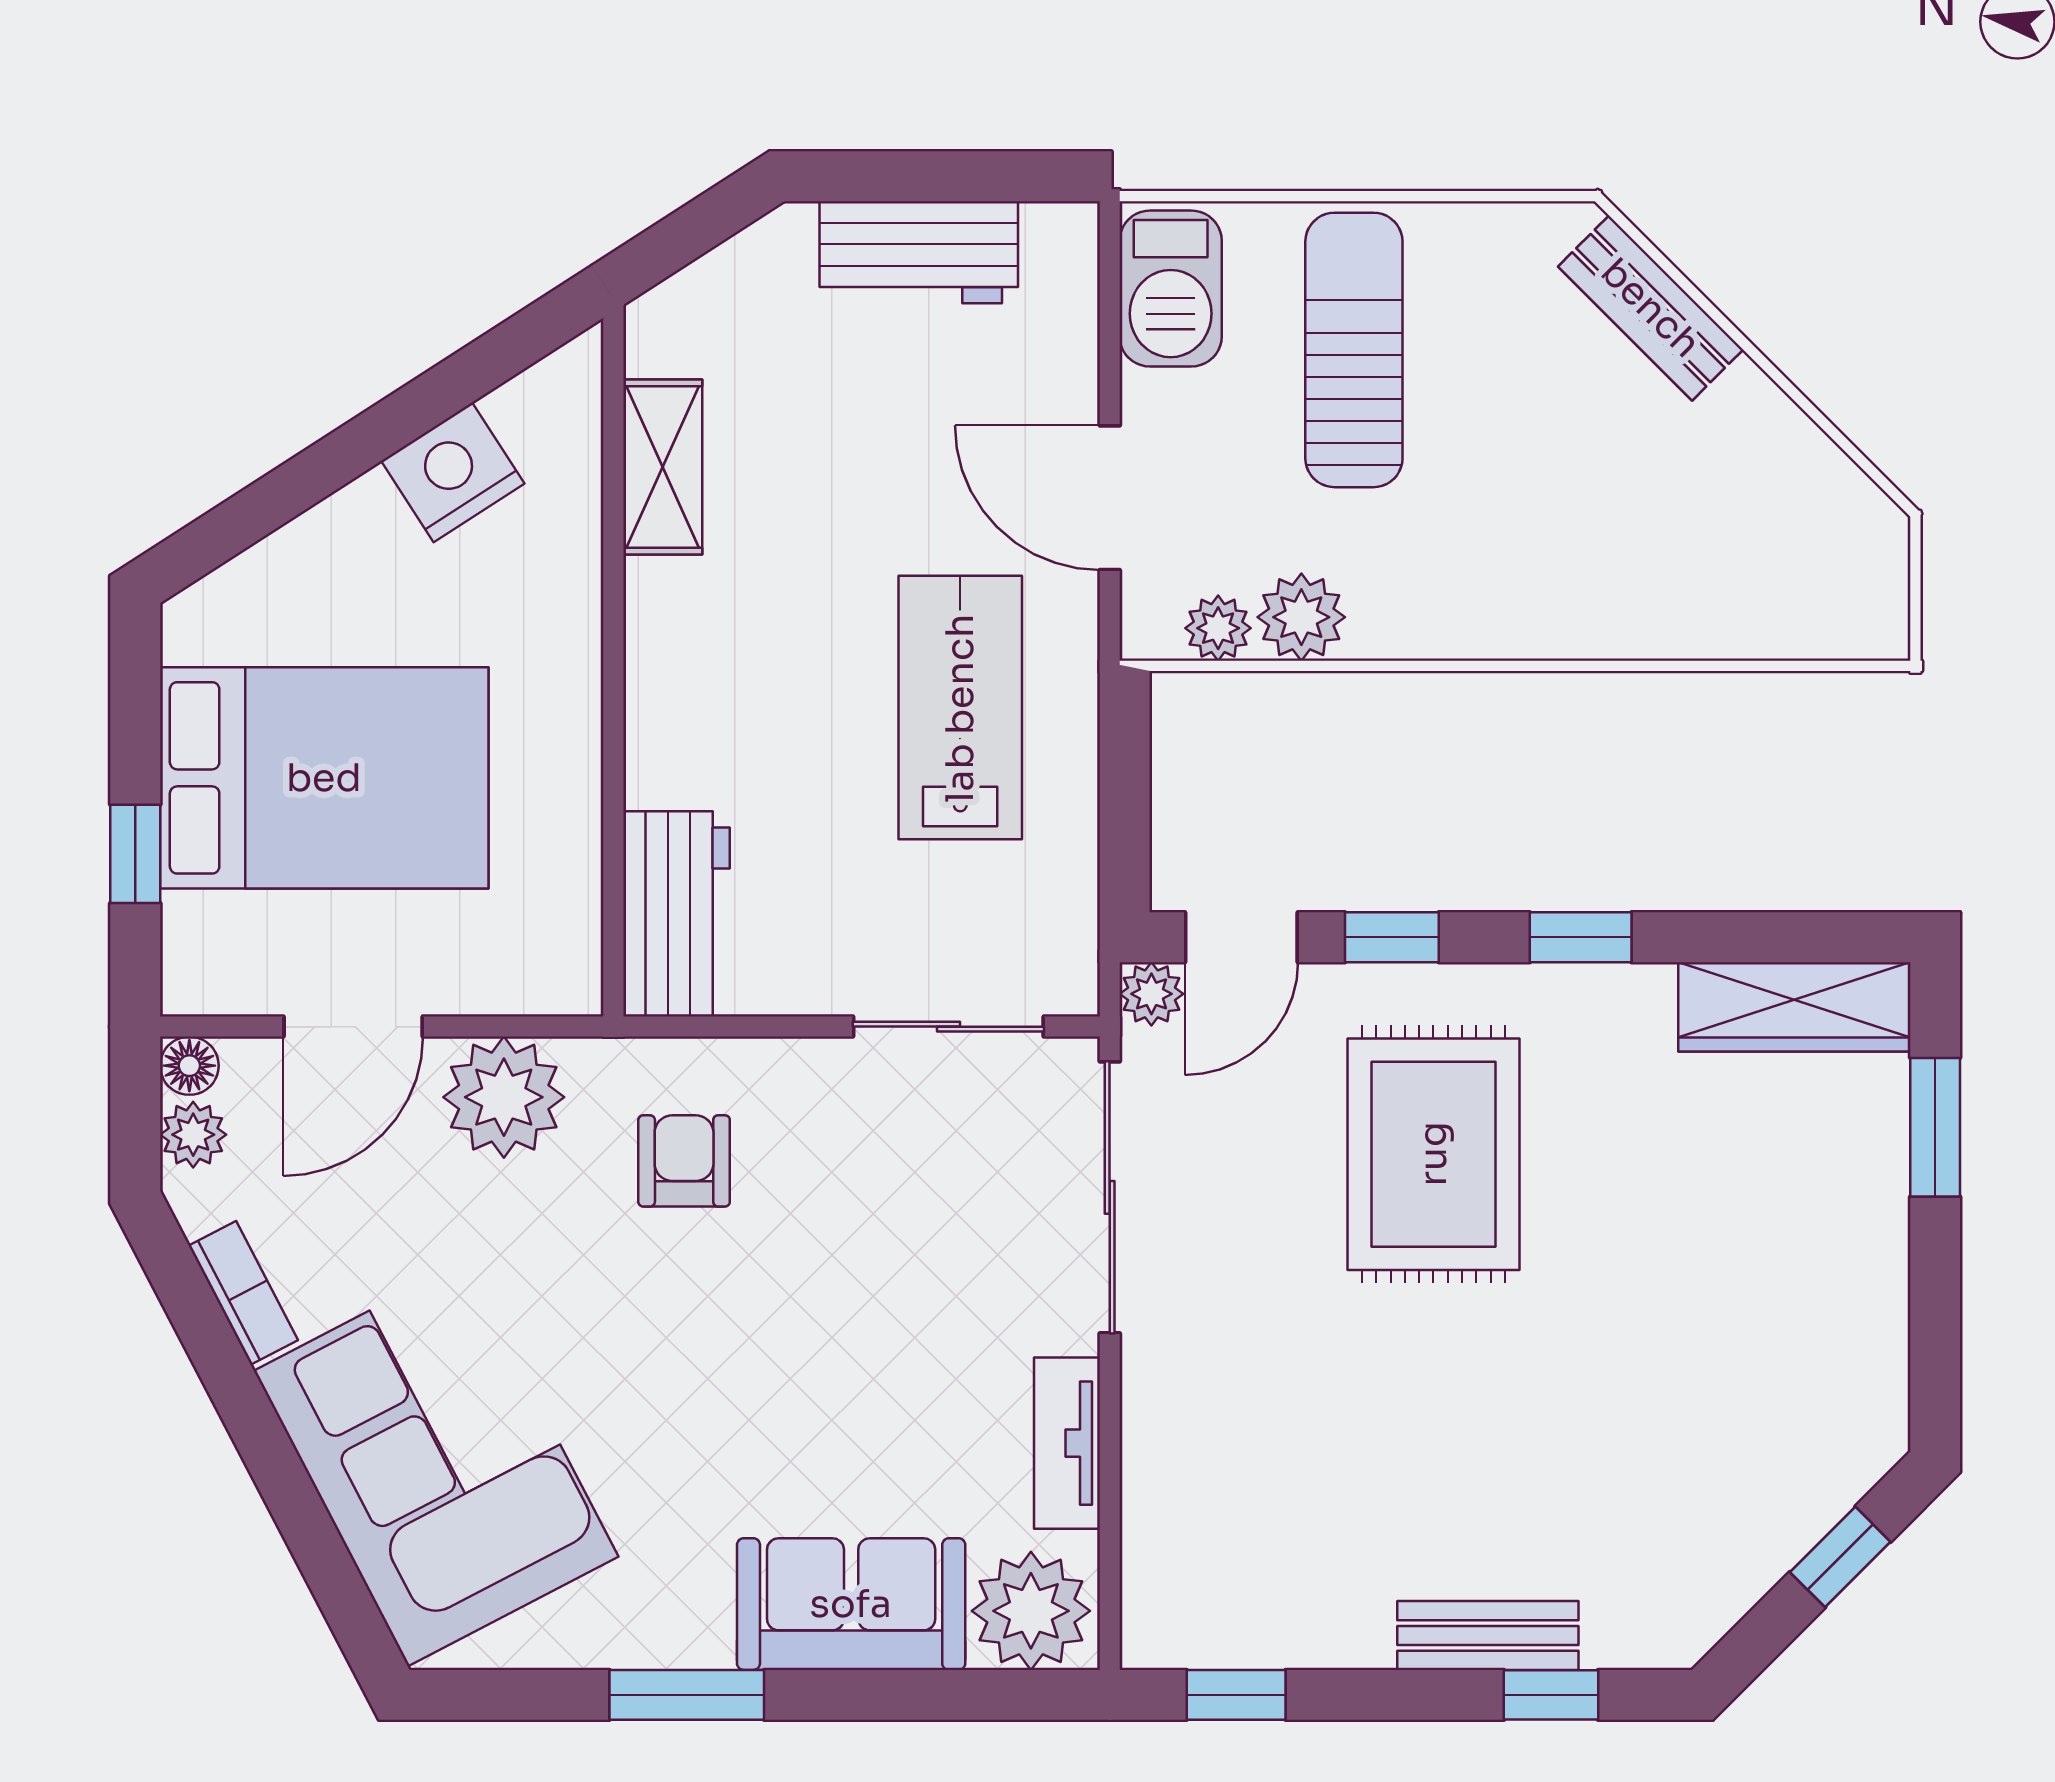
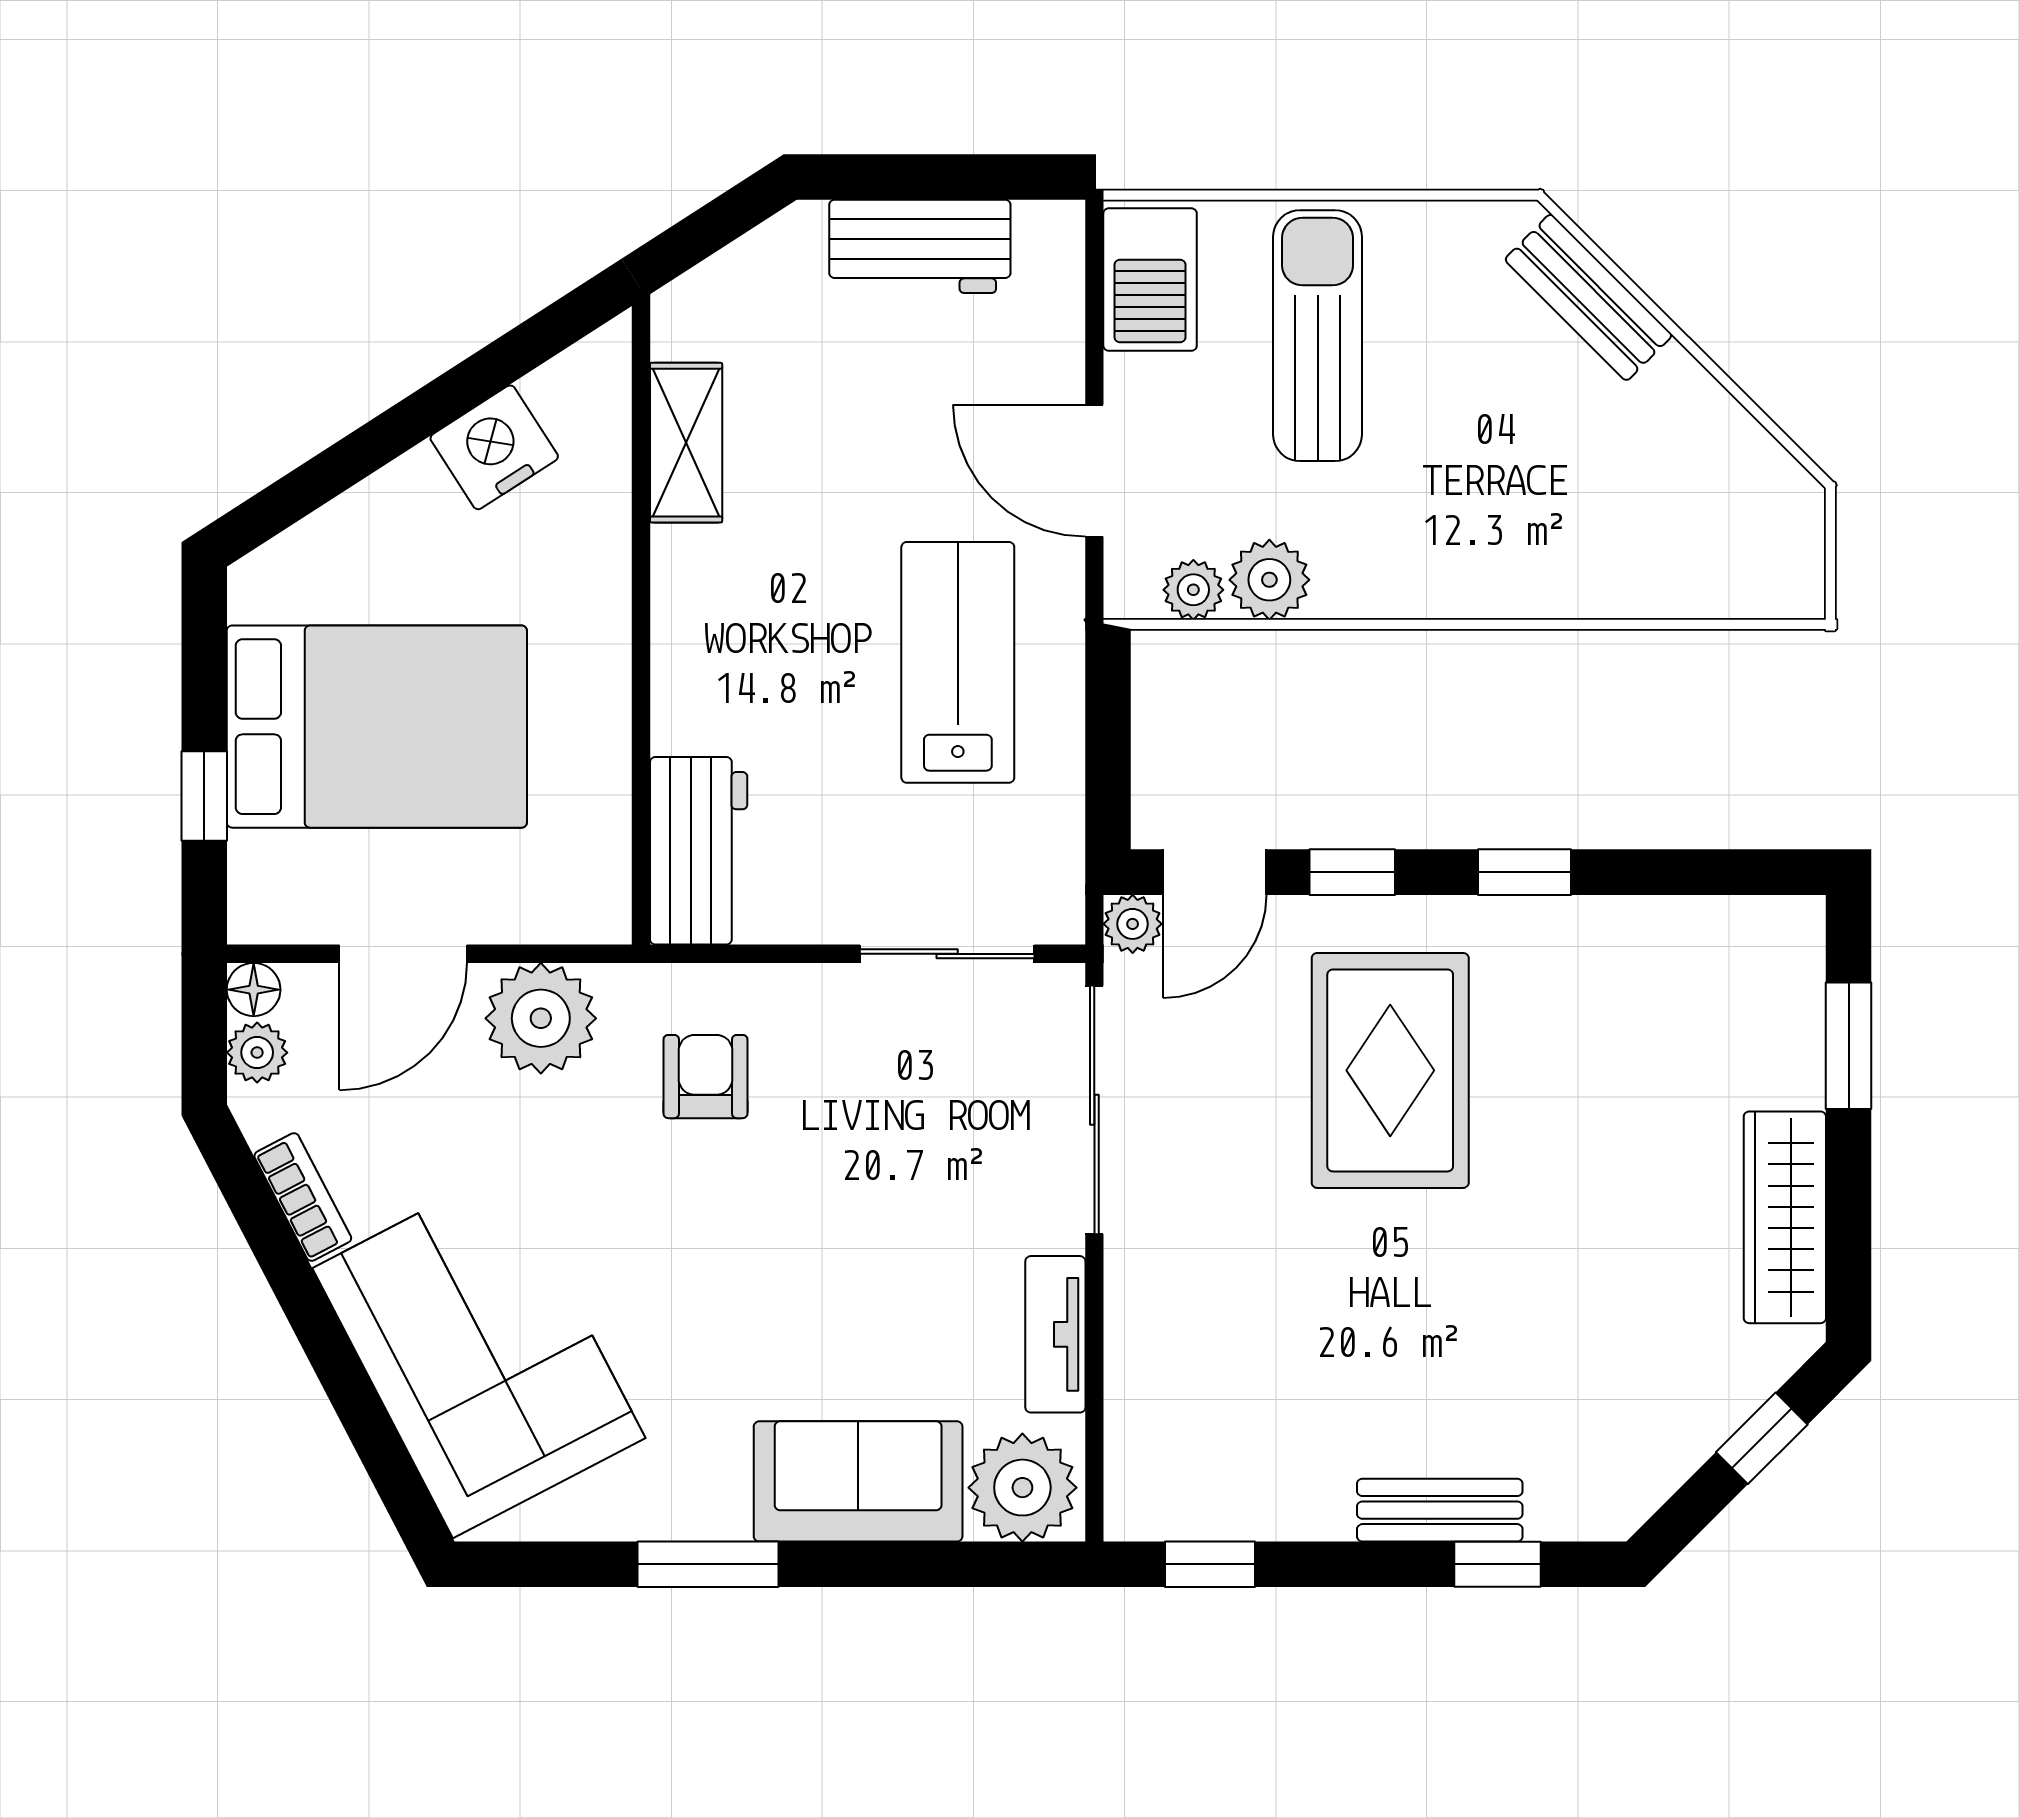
wardrobe: (1794, 1007) -> (1785, 1217), moved, turned 90

